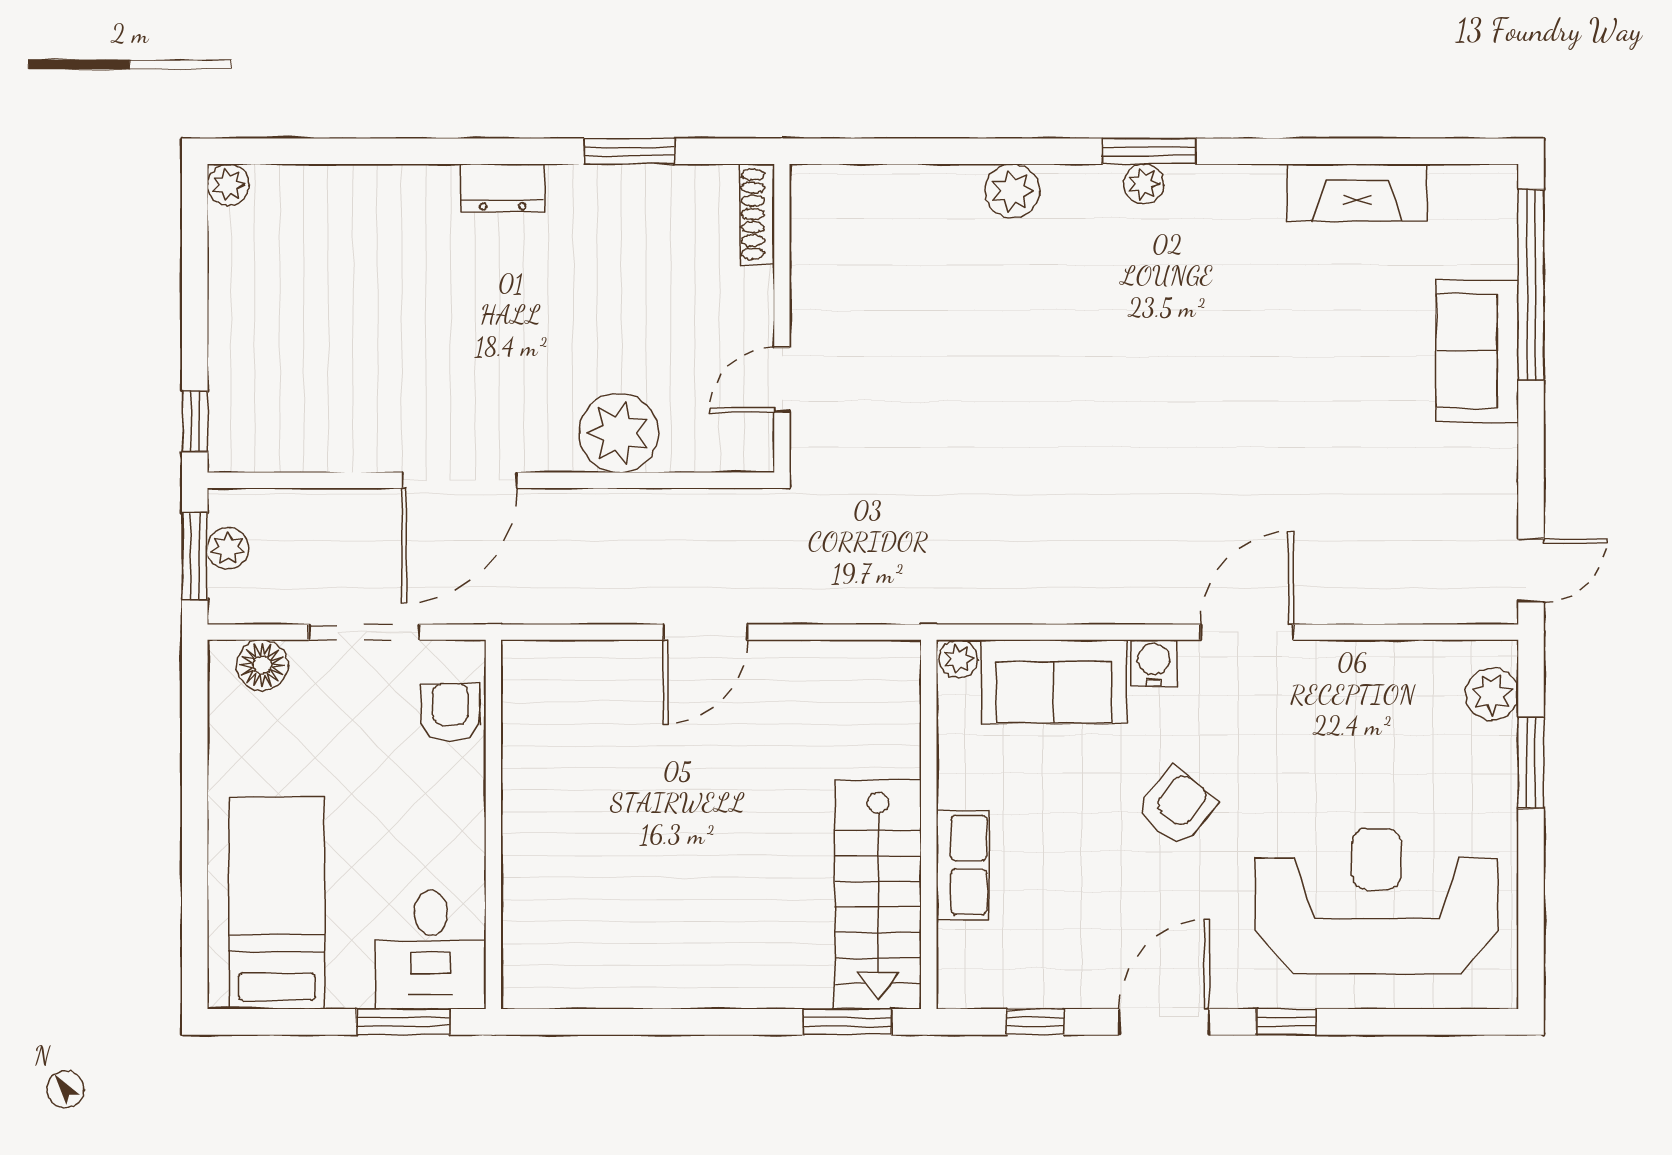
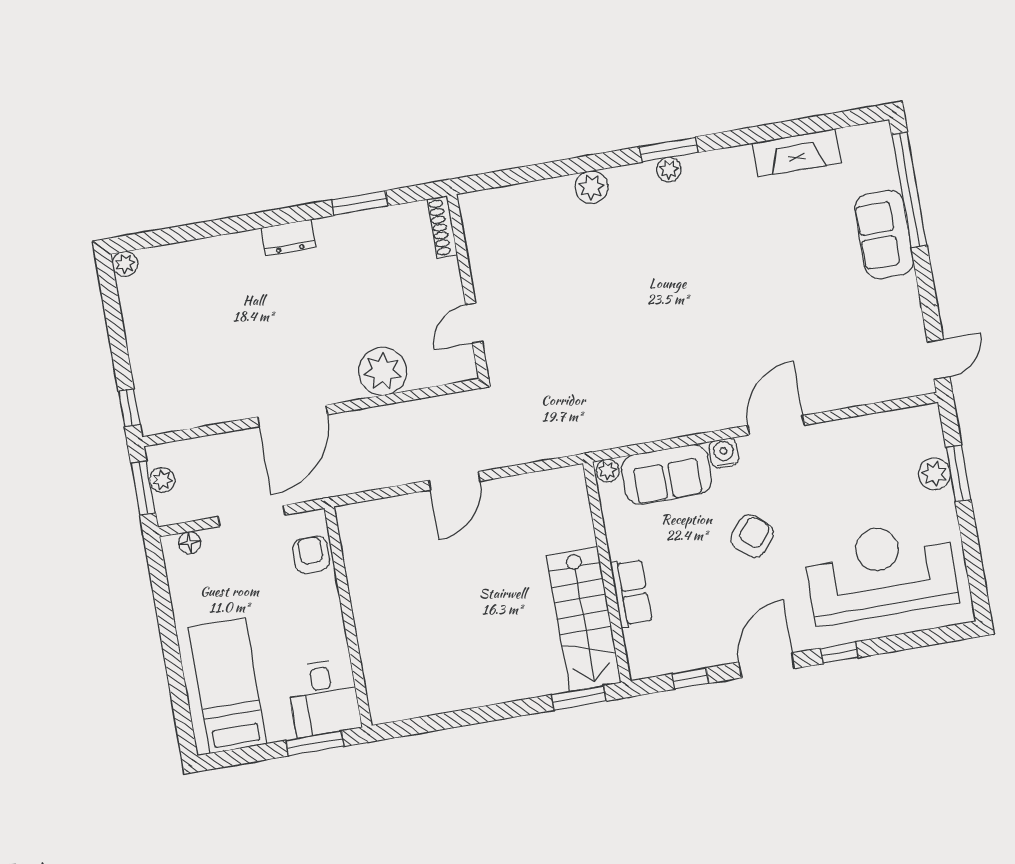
floor lamp: (262, 665) -> (190, 543), width x0.73, depth x0.73
plant: (1492, 694) -> (934, 474), moved

